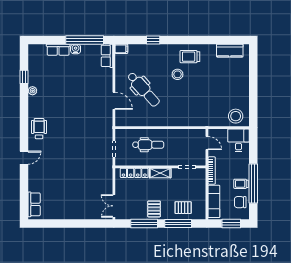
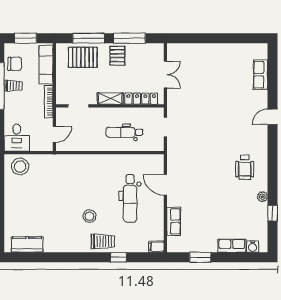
window: (85, 40) -> (200, 257), width x0.47
water cooler: (76, 49) -> (253, 247), moved
row of seats: (107, 56) -> (174, 221), moved
trolley: (190, 57) -> (103, 241), moved
dental chair: (143, 89) -> (130, 198), turned -138
wheelchair: (39, 129) -> (245, 167), moved
door: (207, 143) -> (54, 134), swing flipped
row of seats: (34, 204) -> (260, 75), moved
double door: (114, 206) -> (165, 75), moved
pallet: (183, 208) -> (83, 57), width x1.50, depth x1.42

